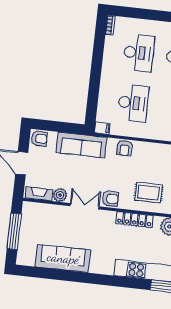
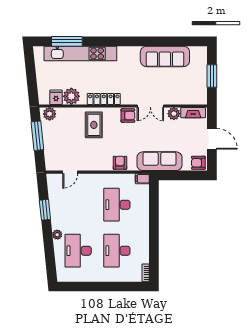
rug: (149, 193) -> (94, 125), turned 90
armchair: (110, 199) -> (128, 116), turned 180
window: (14, 231) -> (212, 76), width x0.69

